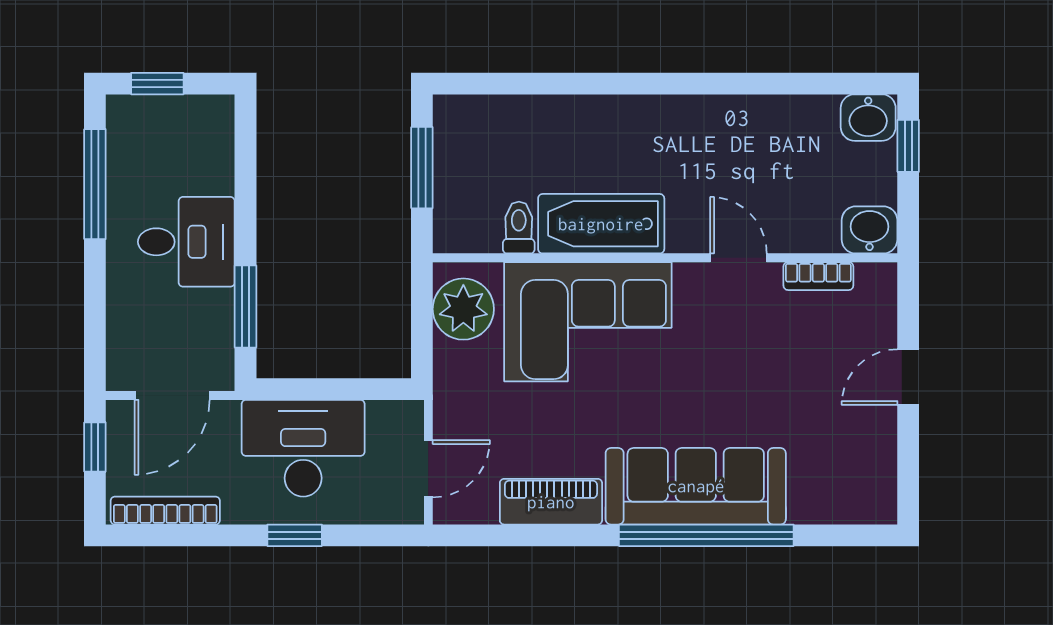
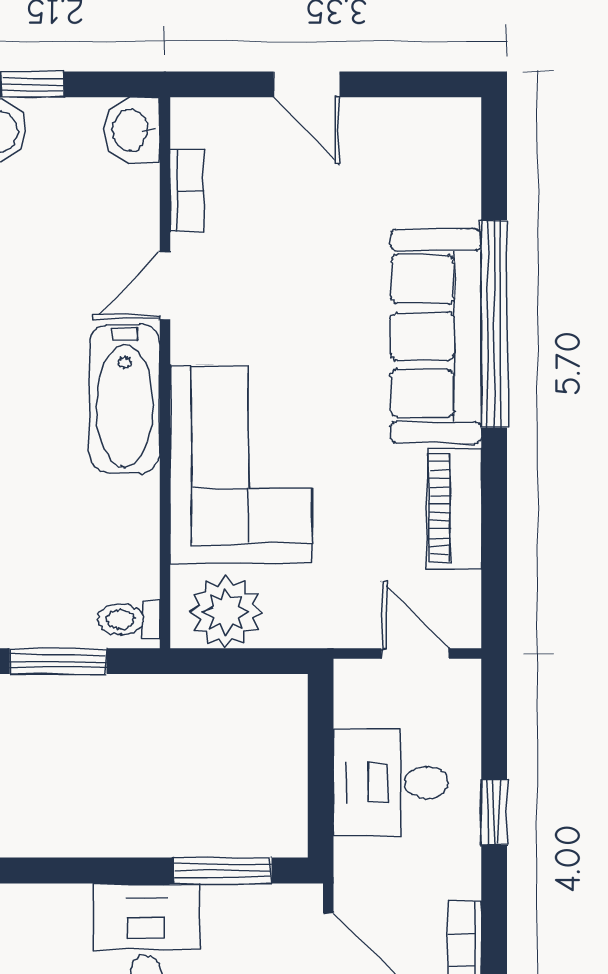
bathtub: (601, 224) -> (125, 398), moved
toilet: (519, 228) -> (129, 619), moved
desk: (303, 448) -> (391, 782), width x0.73

